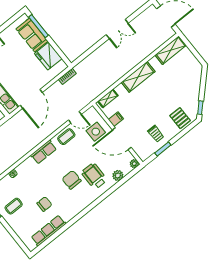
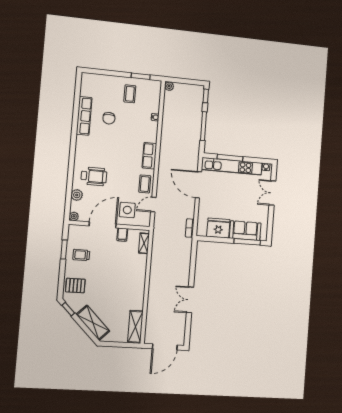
shelving: (138, 77) -> (93, 323), moved, turned -45
chair: (72, 180) -> (108, 156), removed
row of seats: (49, 231) -> (84, 116), moved

